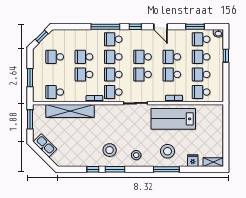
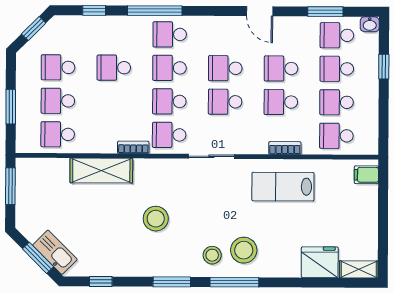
window: (135, 27) -> (94, 10), moved
school desk: (84, 74) -> (58, 101), moved
shelving: (70, 111) -> (101, 171), width x0.68
filing cabinet: (217, 112) -> (366, 175), added
lab bench: (173, 119) -> (283, 187), width x0.73, depth x0.72
kitchen sink: (45, 145) -> (55, 252), moved
stool: (110, 150) -> (156, 219), moved
stool: (168, 151) -> (244, 250), moved
window: (45, 157) -> (38, 258), added
fridge: (193, 161) -> (320, 262), width x1.88, depth x1.34
window: (93, 169) -> (101, 281), moved
window: (166, 169) -> (234, 282), moved

